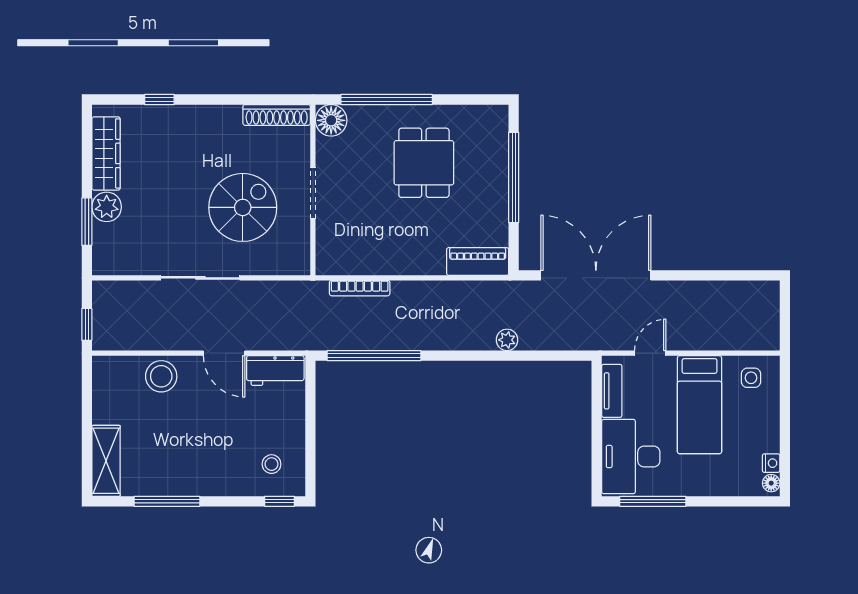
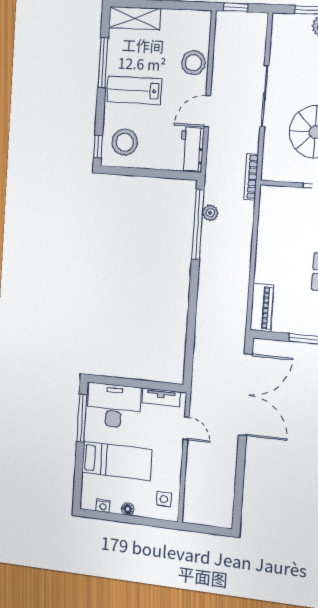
bookcase: (360, 288) -> (251, 177), moved
plant: (507, 340) -> (210, 213), moved
bed: (700, 405) -> (117, 461), moved, turned 180
lab bench: (202, 455) -> (134, 90), added
stool: (272, 464) -> (125, 142), width x1.89, depth x1.89
floor lamp: (771, 483) -> (128, 509), moved

